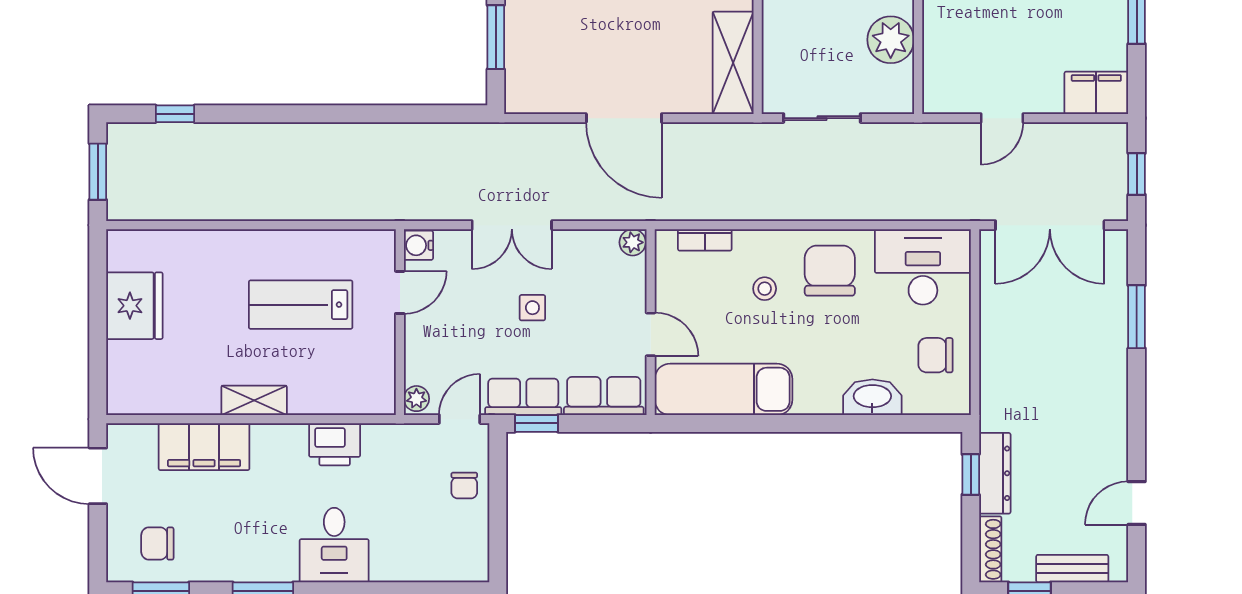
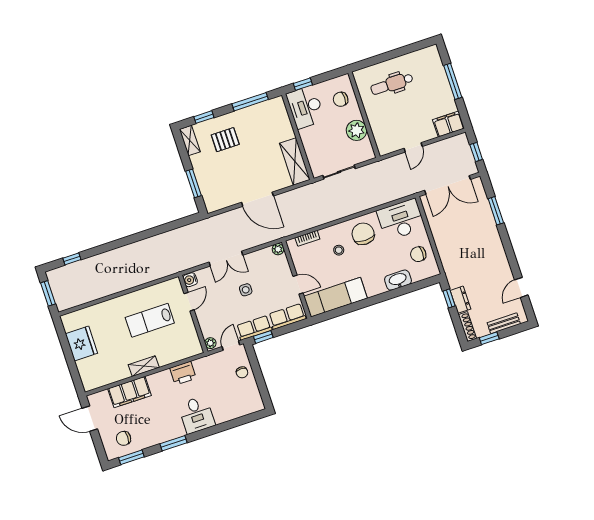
dresser: (995, 473) -> (461, 300), width x0.70

